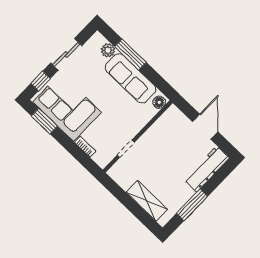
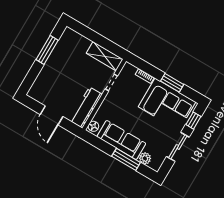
window: (44, 121) -> (172, 83), moved
workbench: (207, 169) -> (86, 108), moved, turned 180
shelving: (147, 201) -> (105, 56), moved

